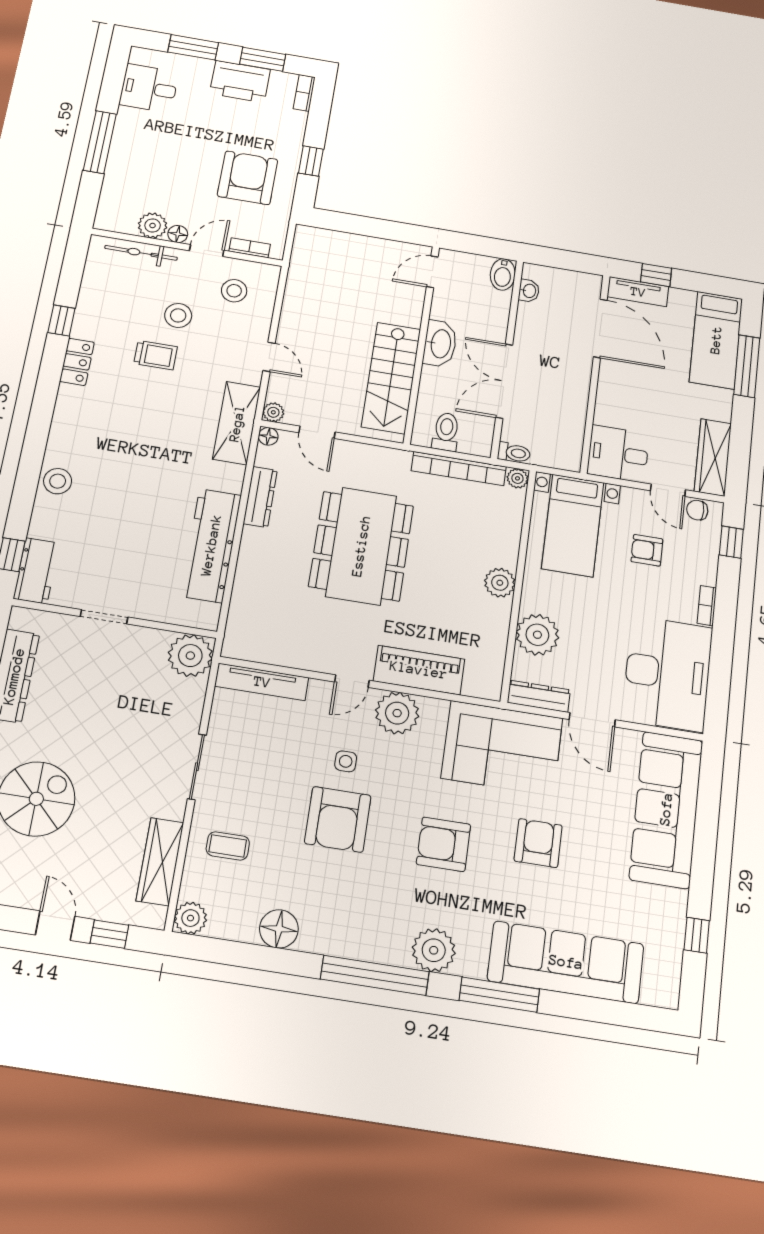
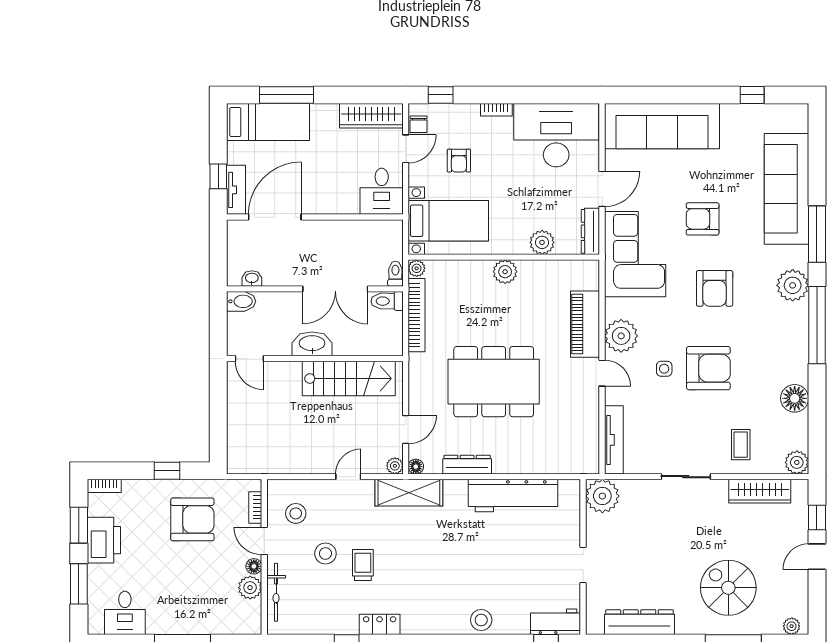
armchair: (248, 178) -> (192, 519), turned 180
toilet: (446, 432) -> (387, 301), moved
plant: (537, 635) -> (542, 242), width x0.73, depth x0.73

